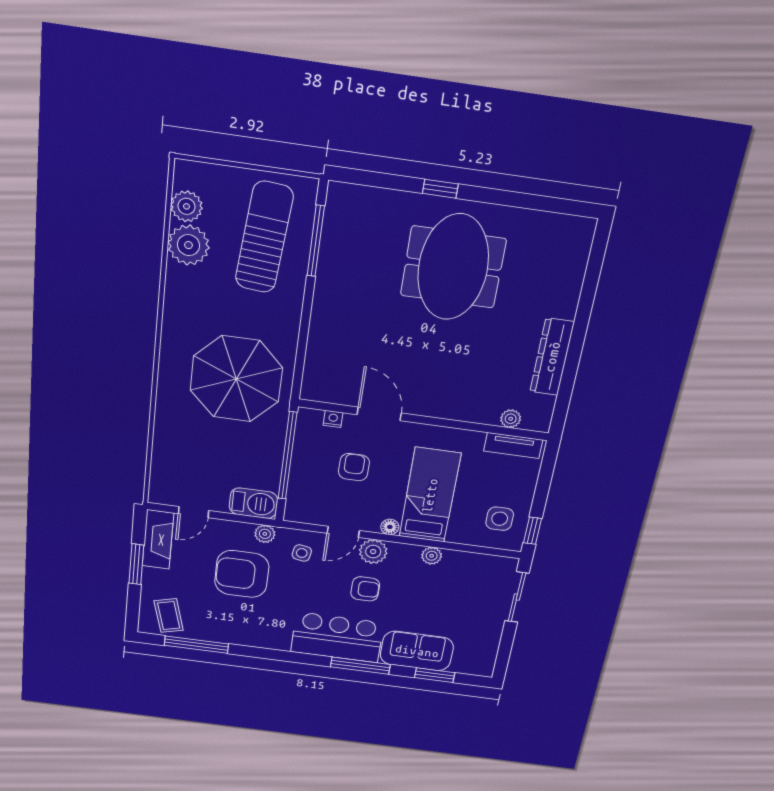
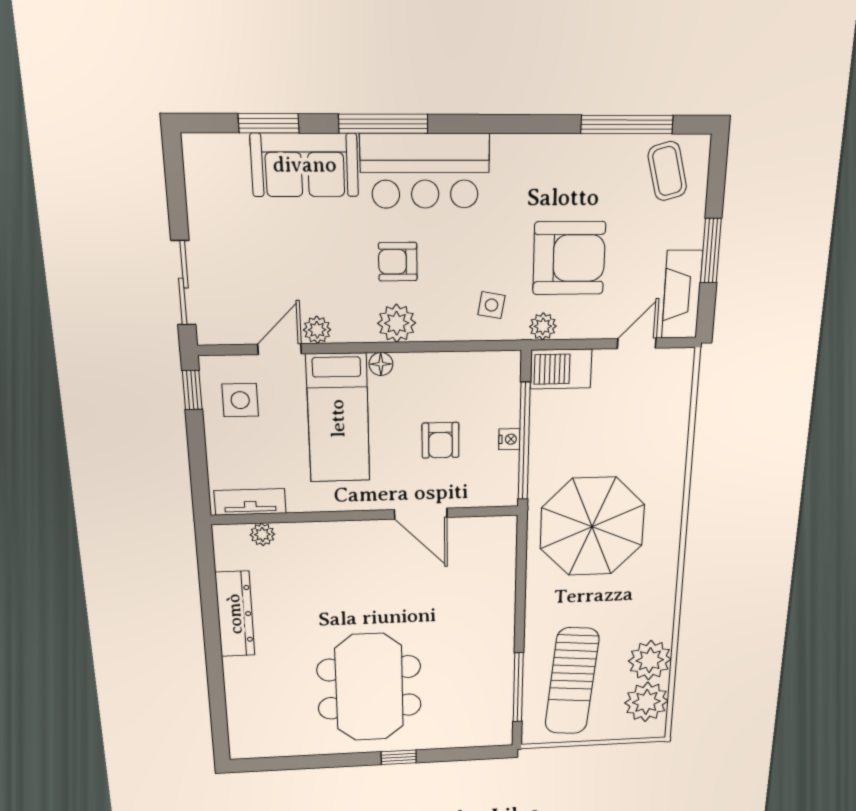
plant: (187, 206) -> (646, 702), width x1.36, depth x1.36
nightstand: (333, 419) -> (509, 439), moved, turned -90
door: (343, 532) -> (280, 349), moved

